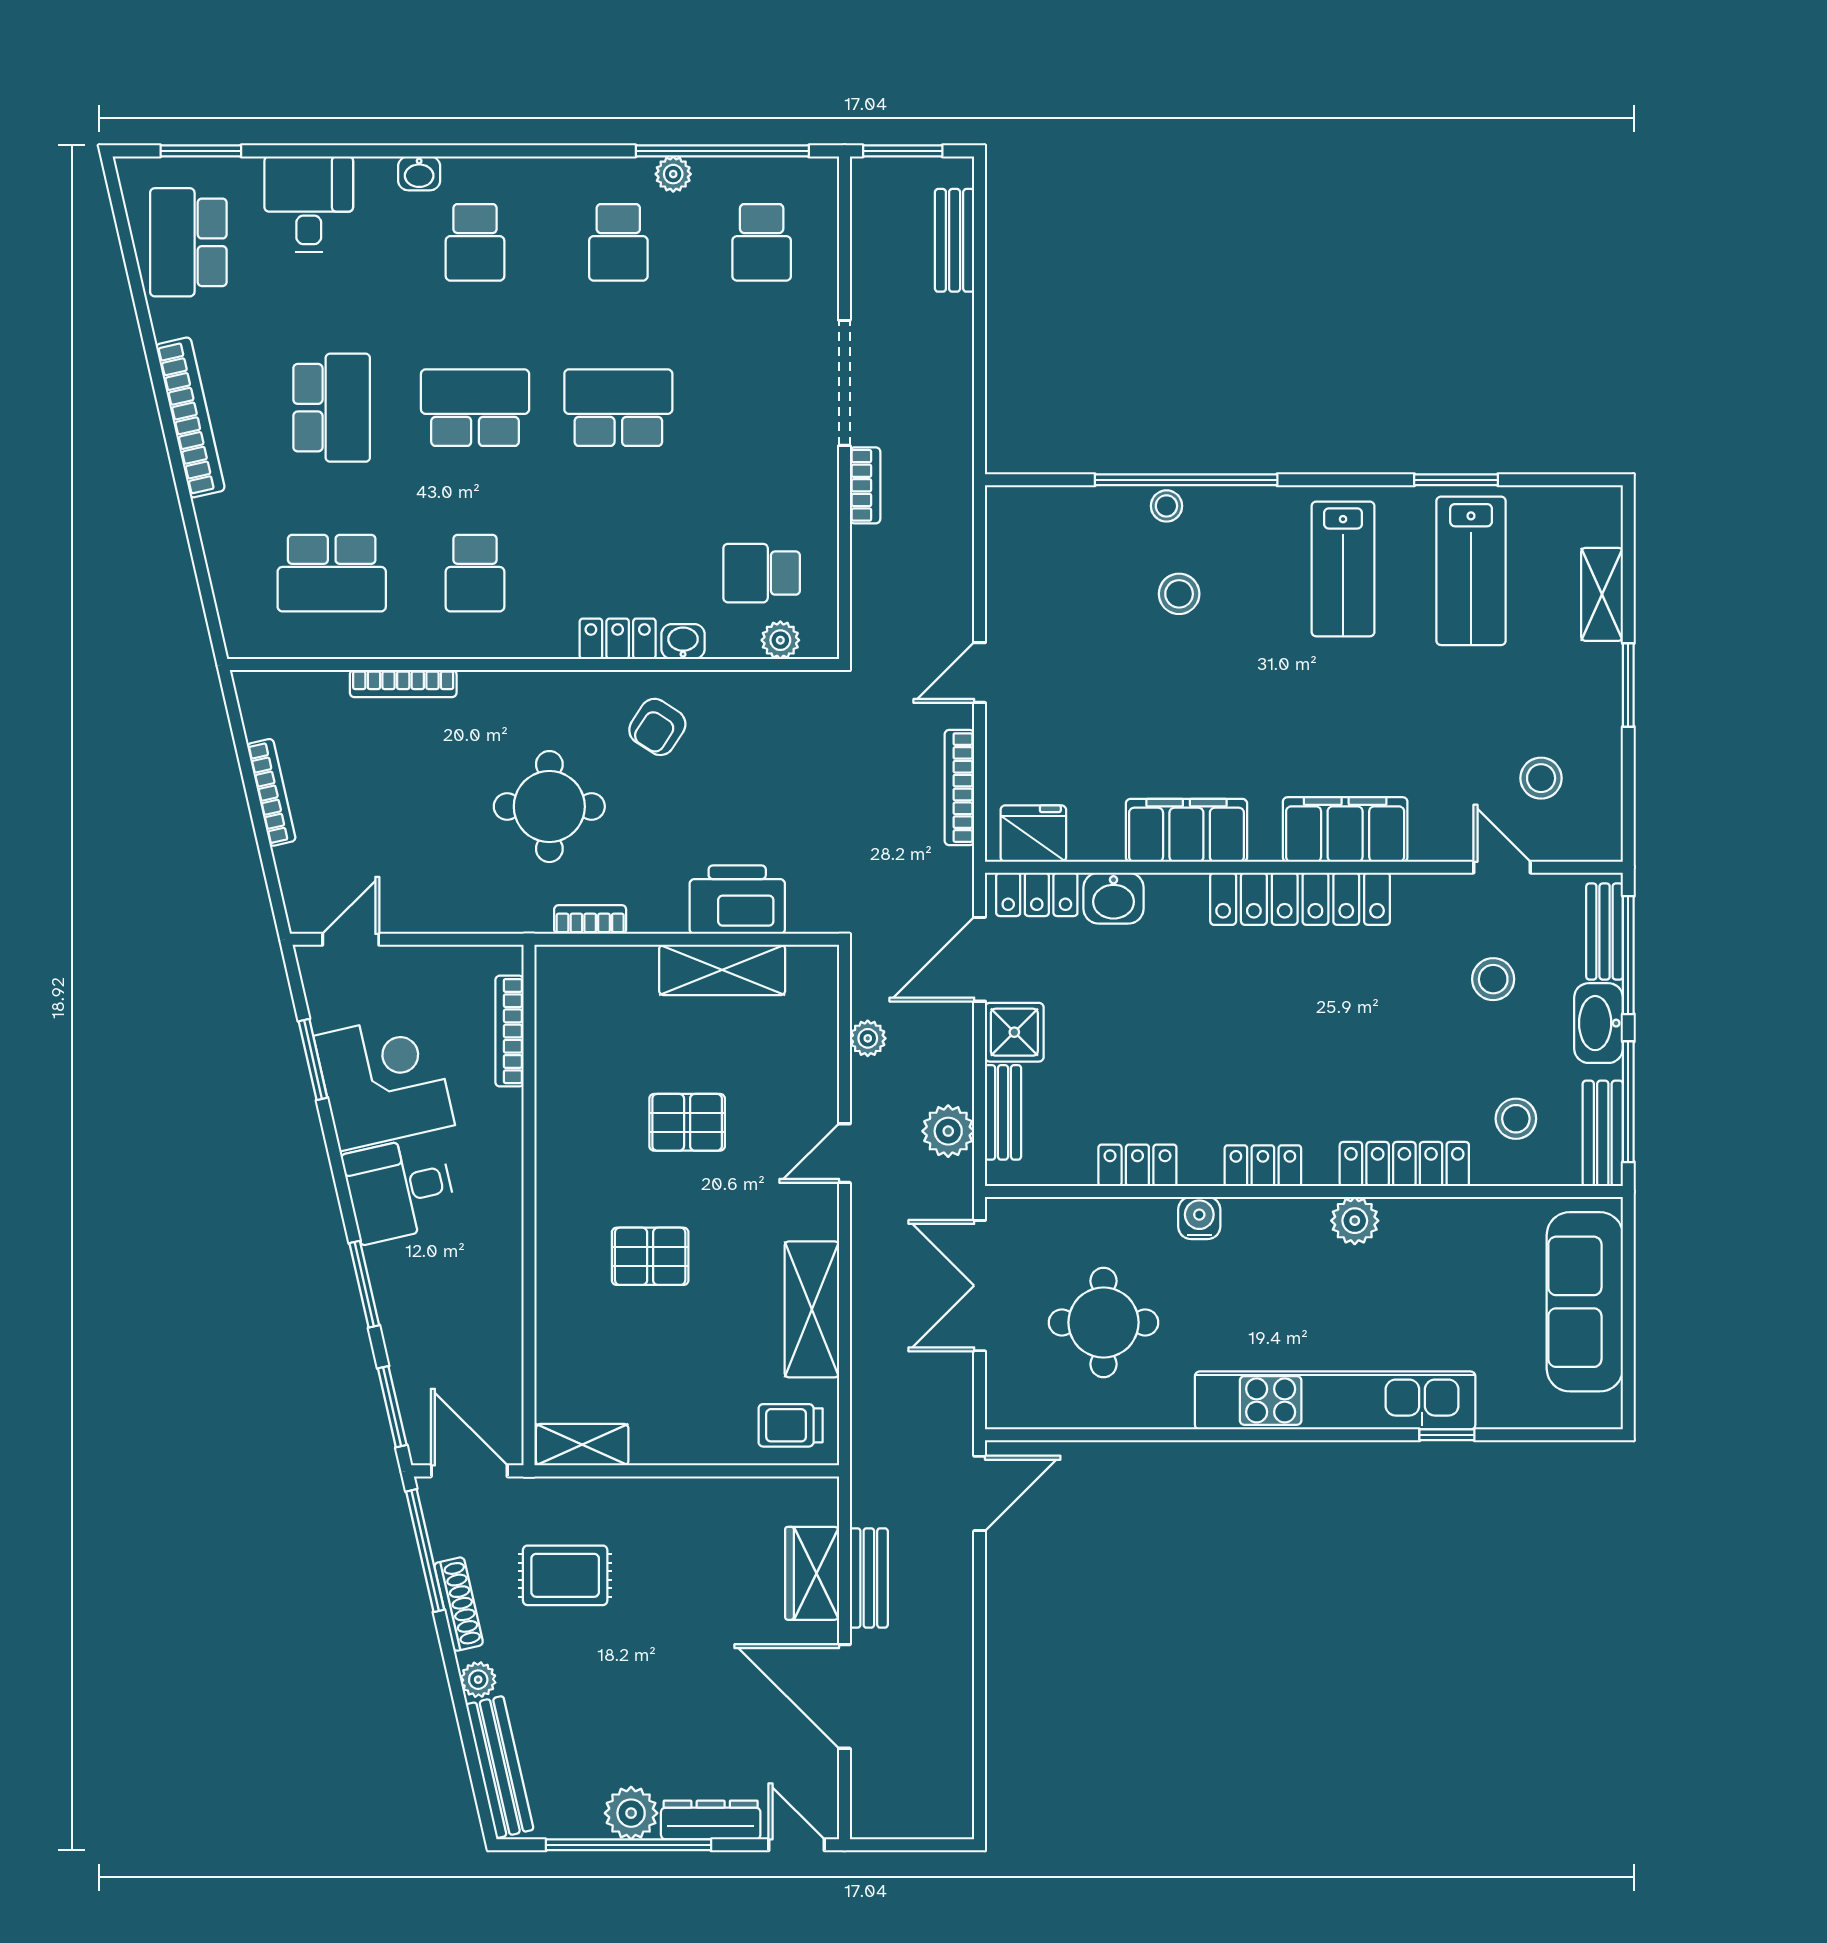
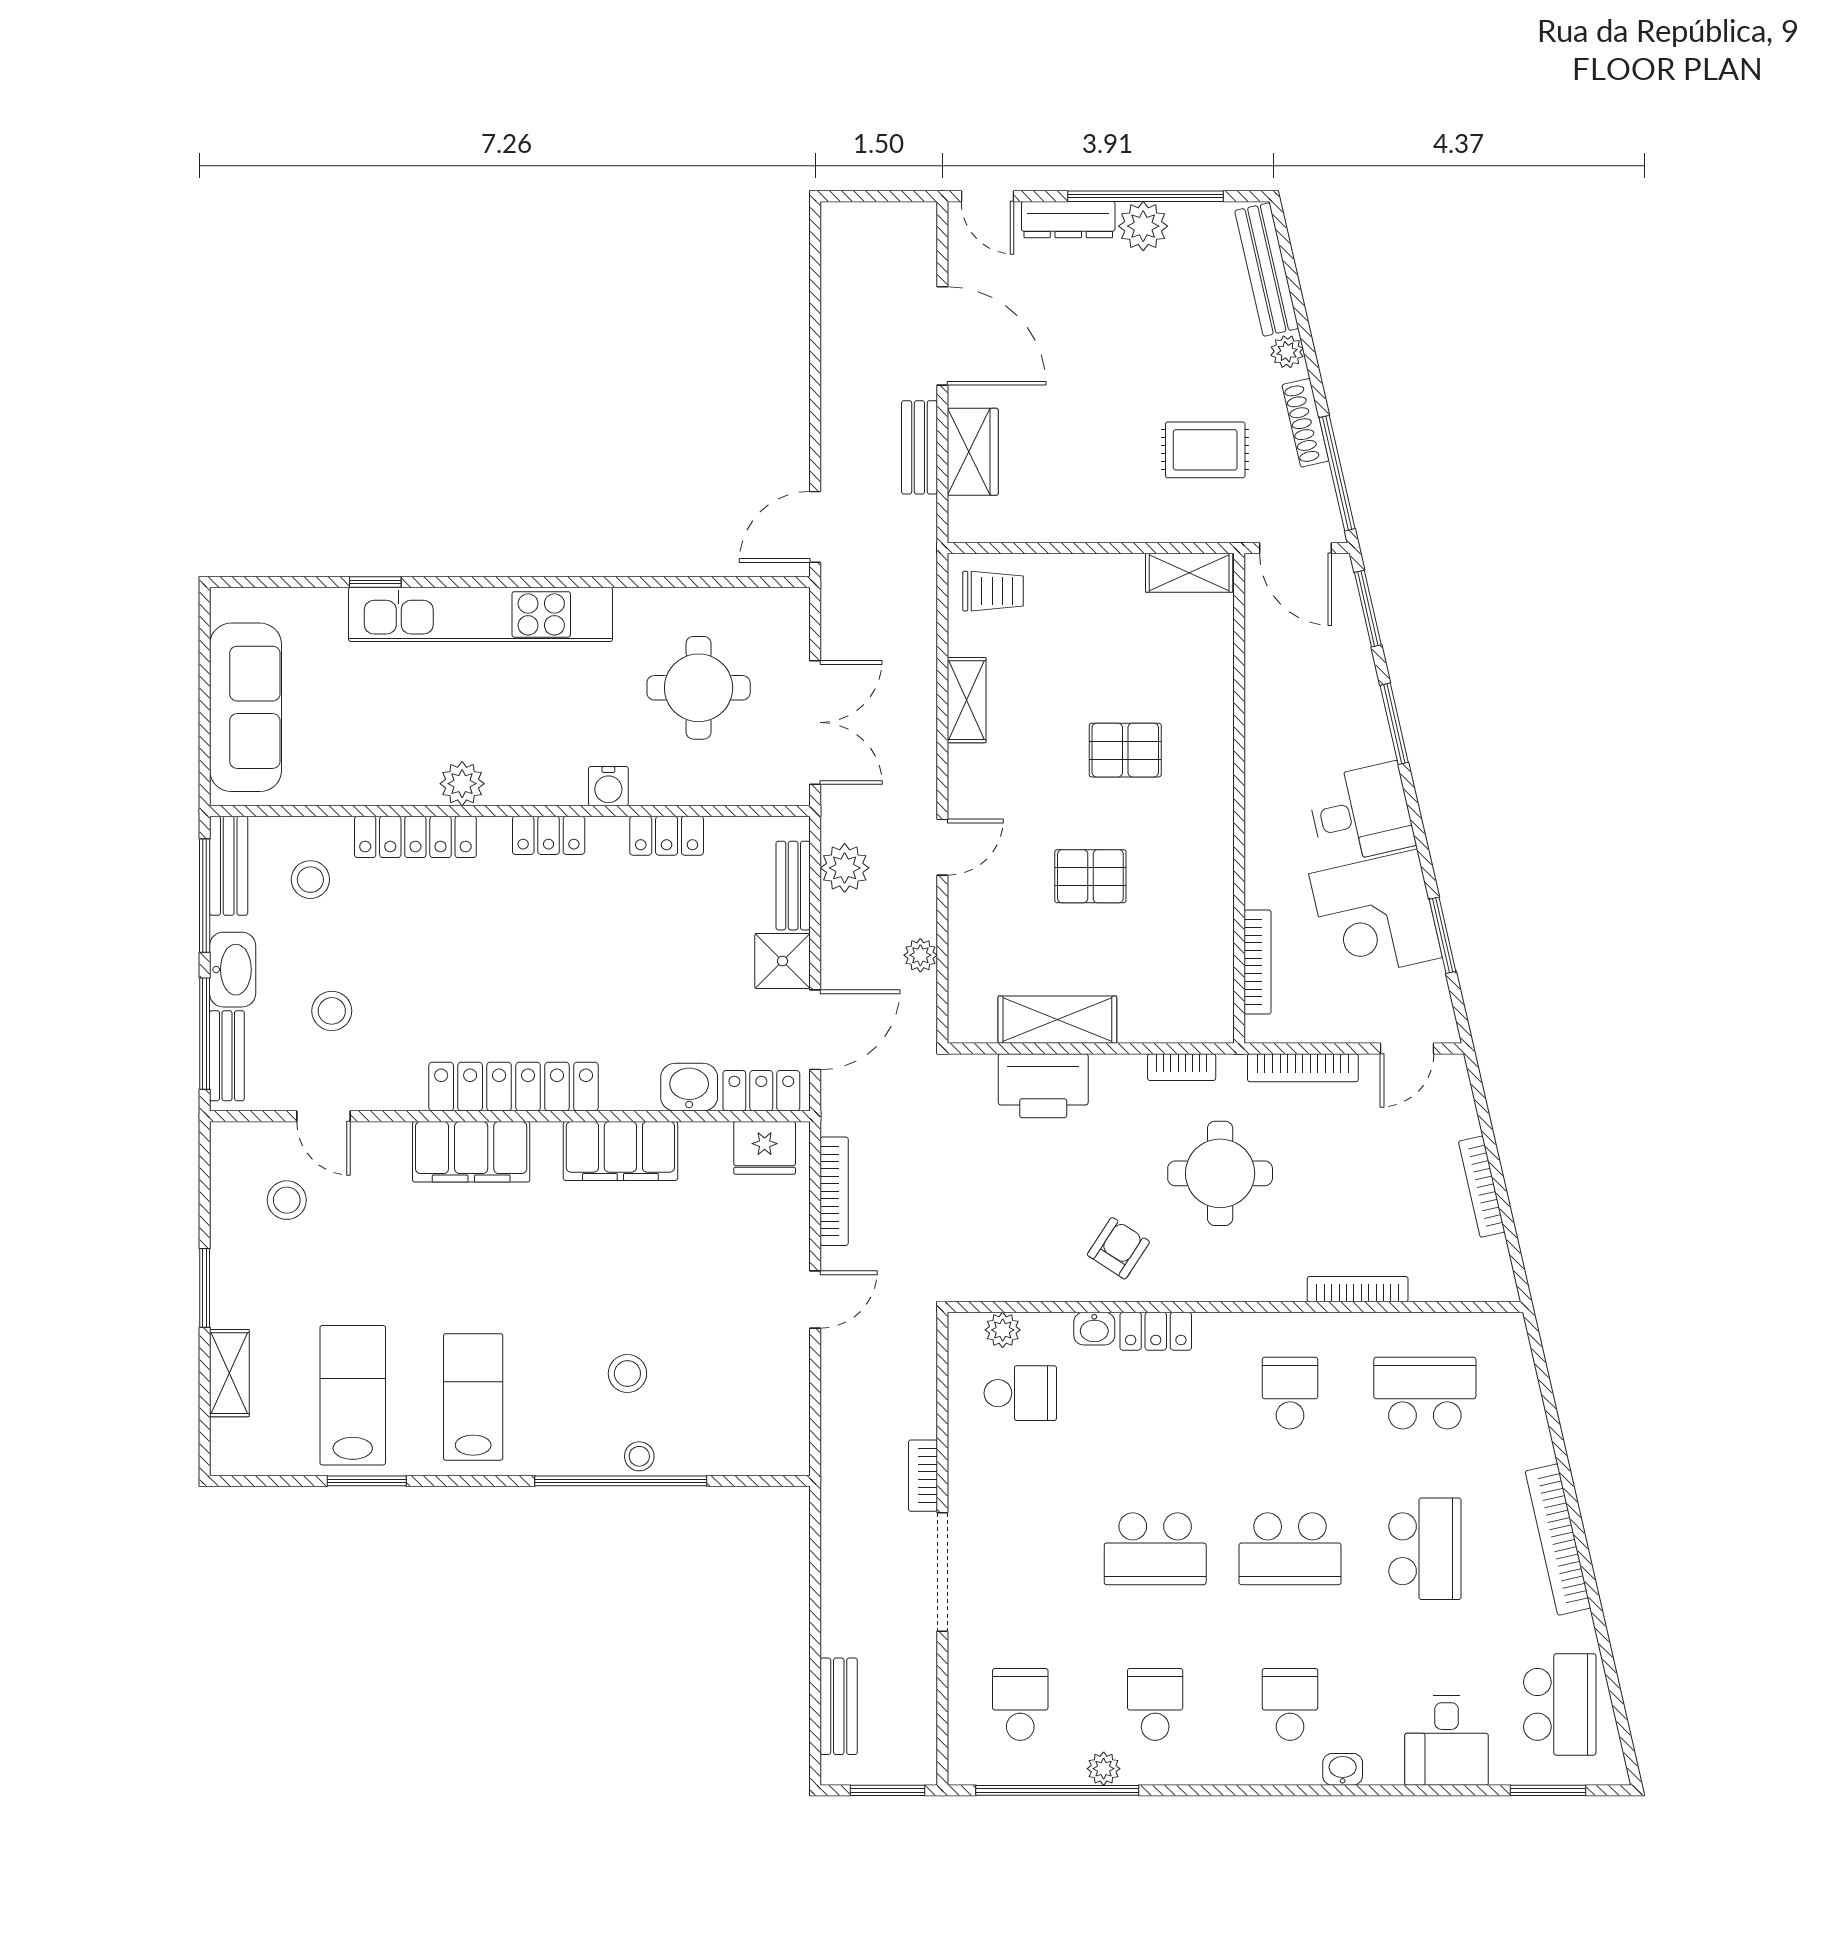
school desk: (332, 408) -> (1425, 1549), turned 180
bookcase: (461, 919) -> (1303, 1068), added
shelving: (812, 1309) -> (967, 700), width x0.67, depth x0.75

